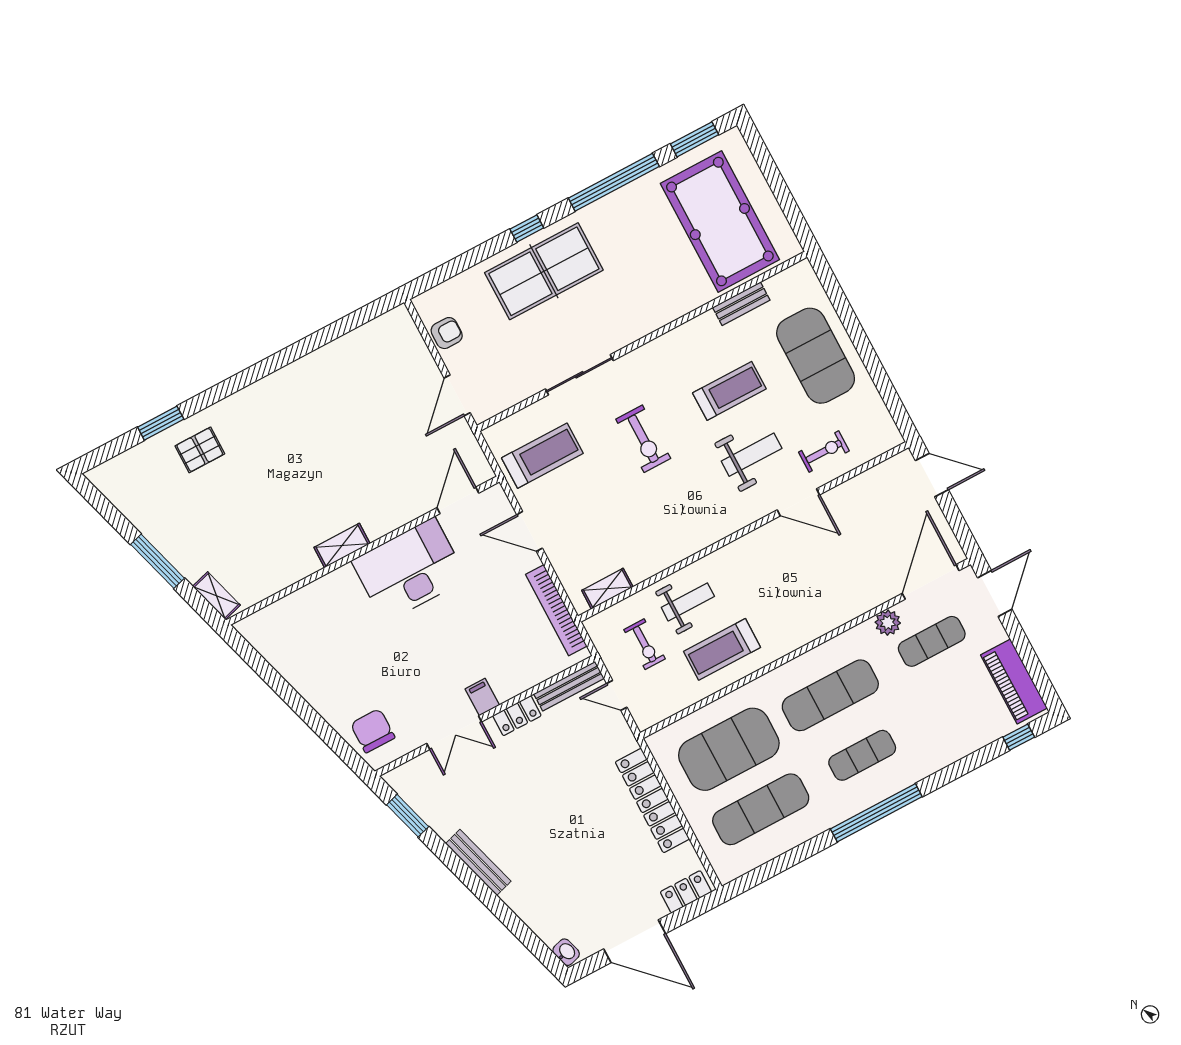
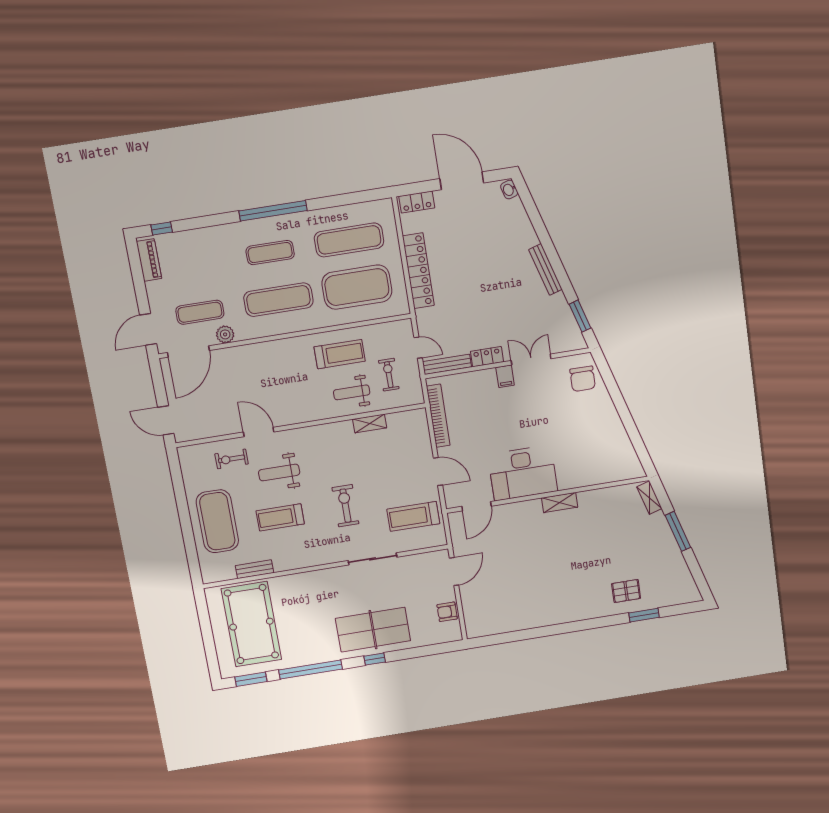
shelving: (607, 589) -> (370, 423), moved
piano: (1014, 681) -> (149, 260), width x0.73, depth x0.75

